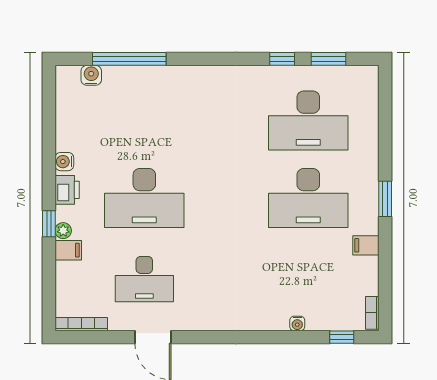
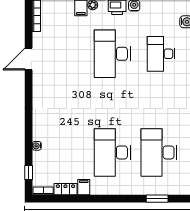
window: (385, 199) -> (157, 199), moved
locker: (369, 276) -> (65, 189), added
desk: (144, 279) -> (161, 54), moved

